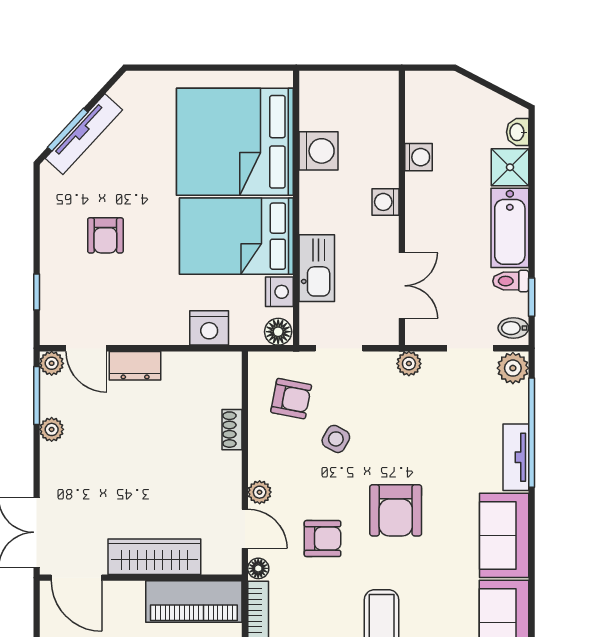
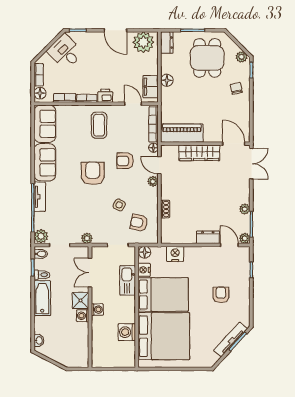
washing machine: (419, 157) -> (83, 316), moved
shower: (510, 167) -> (80, 300), moved

